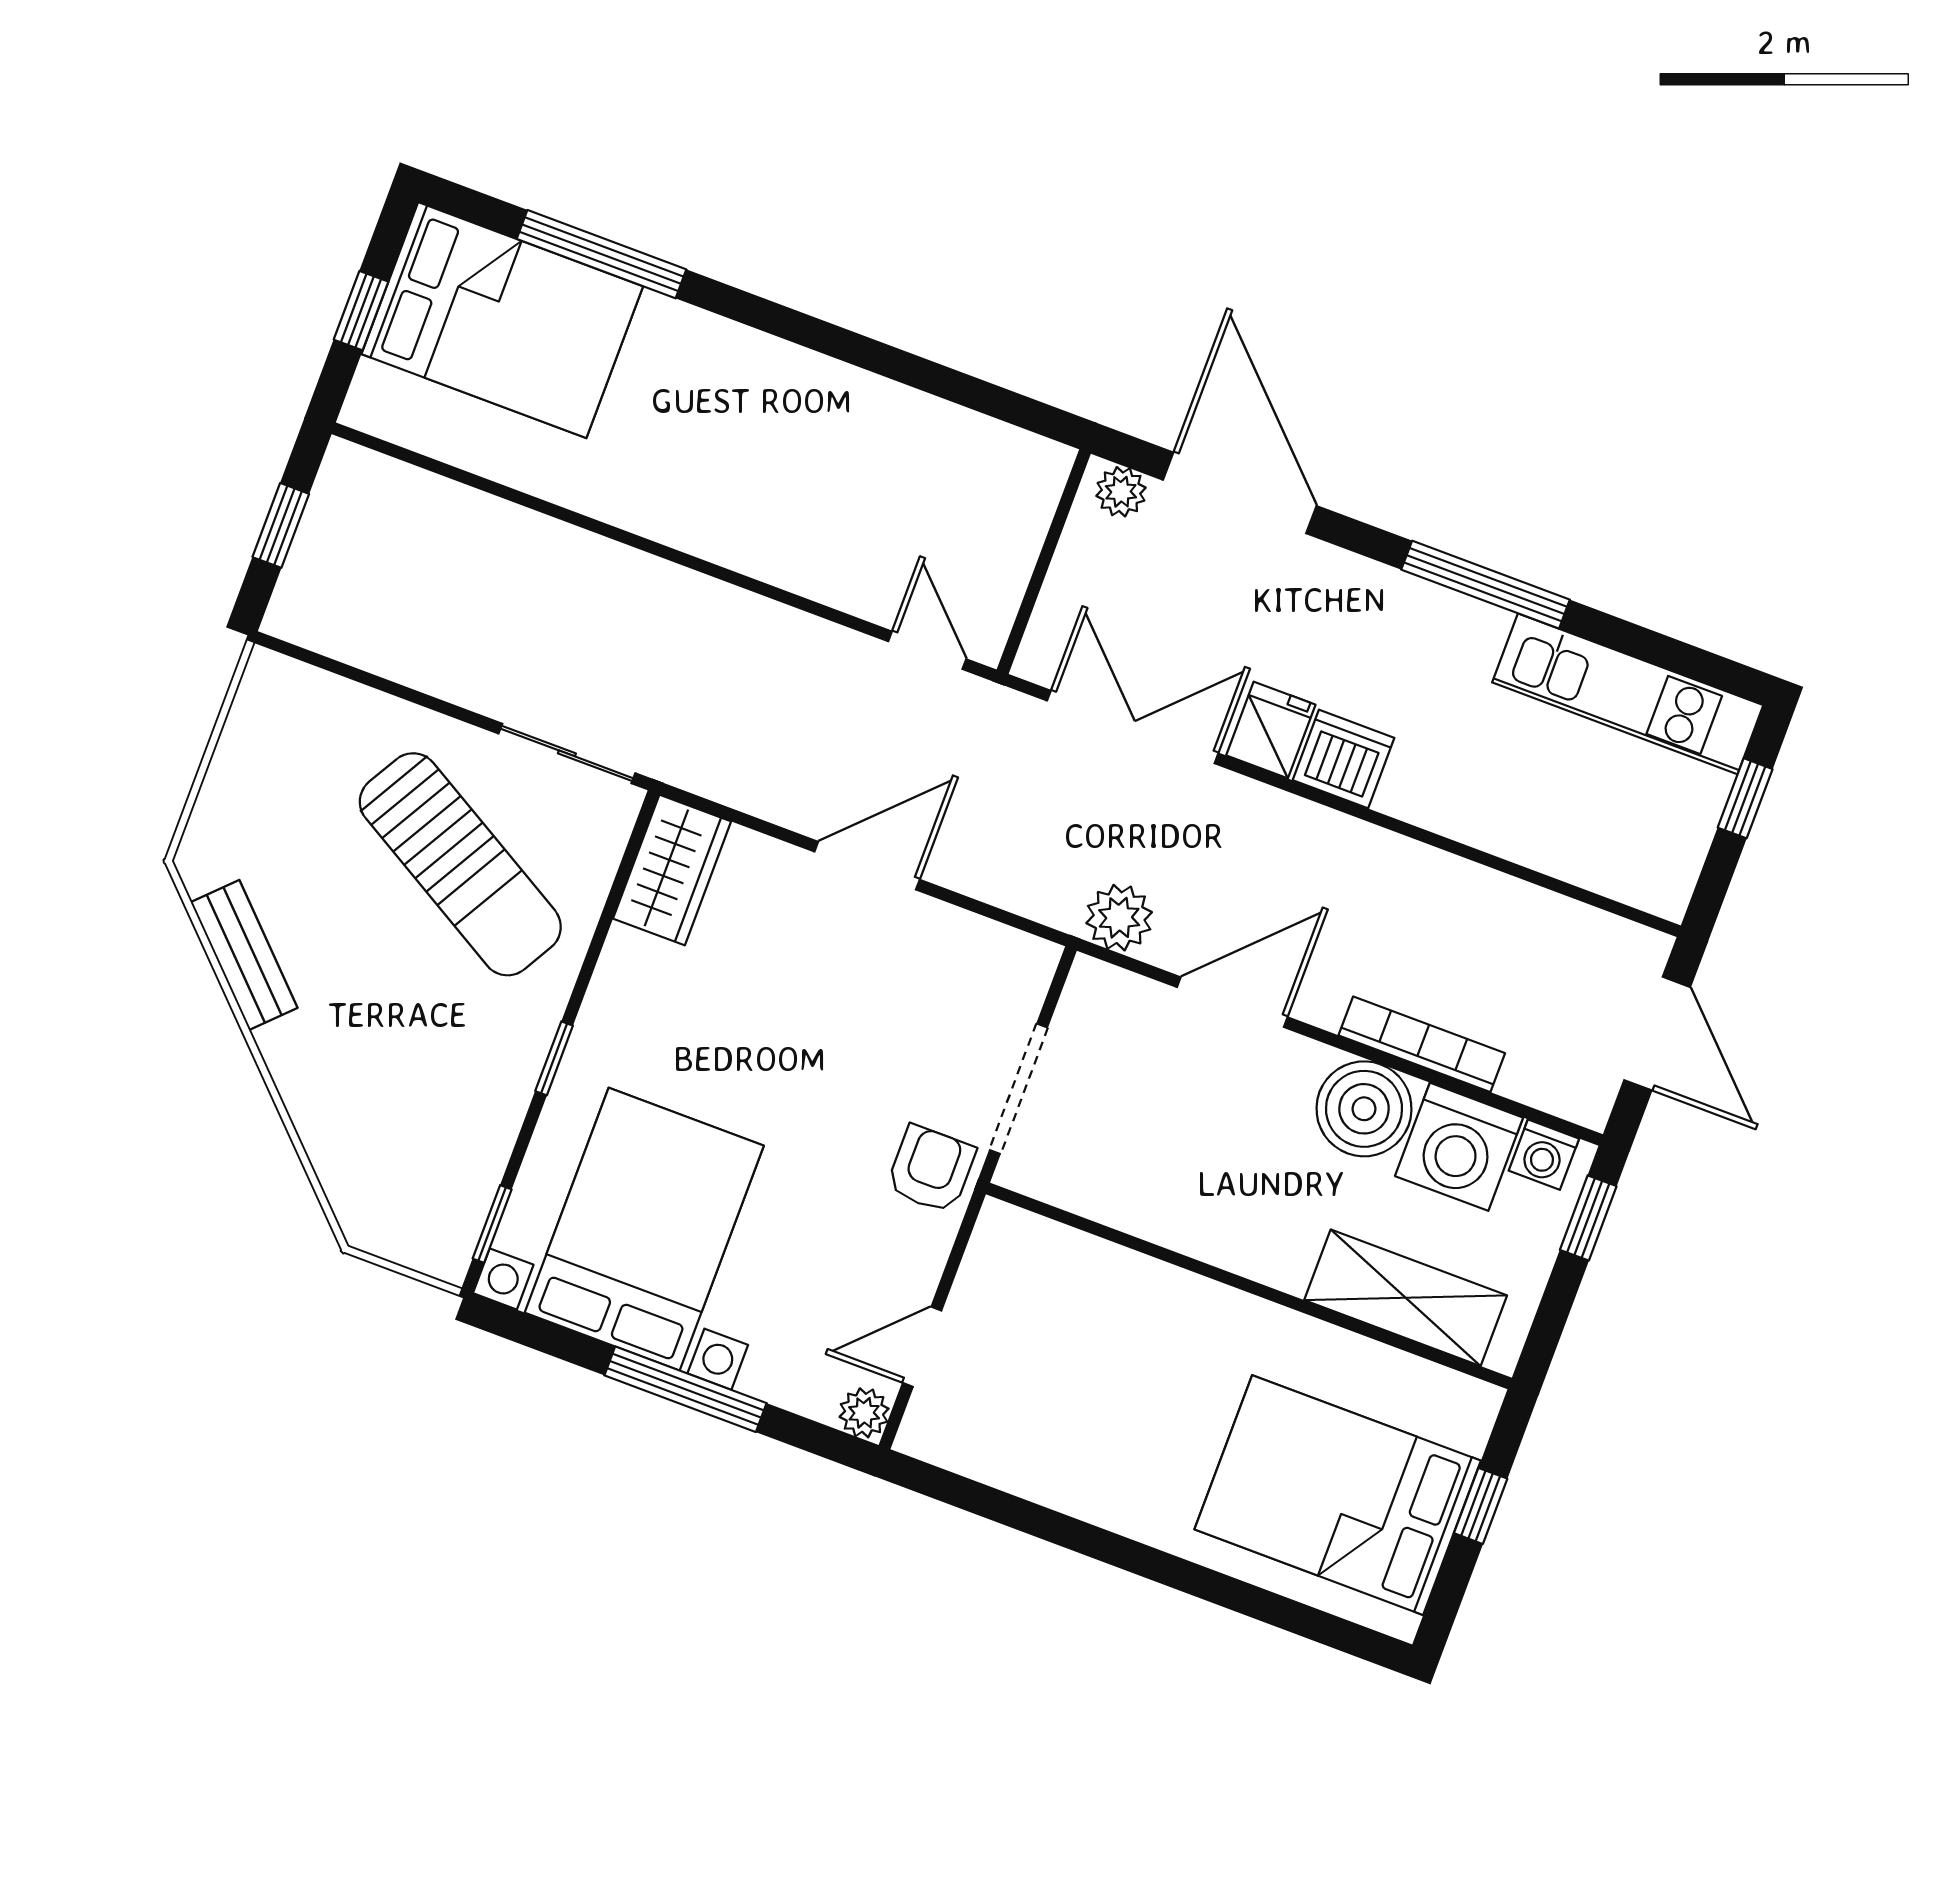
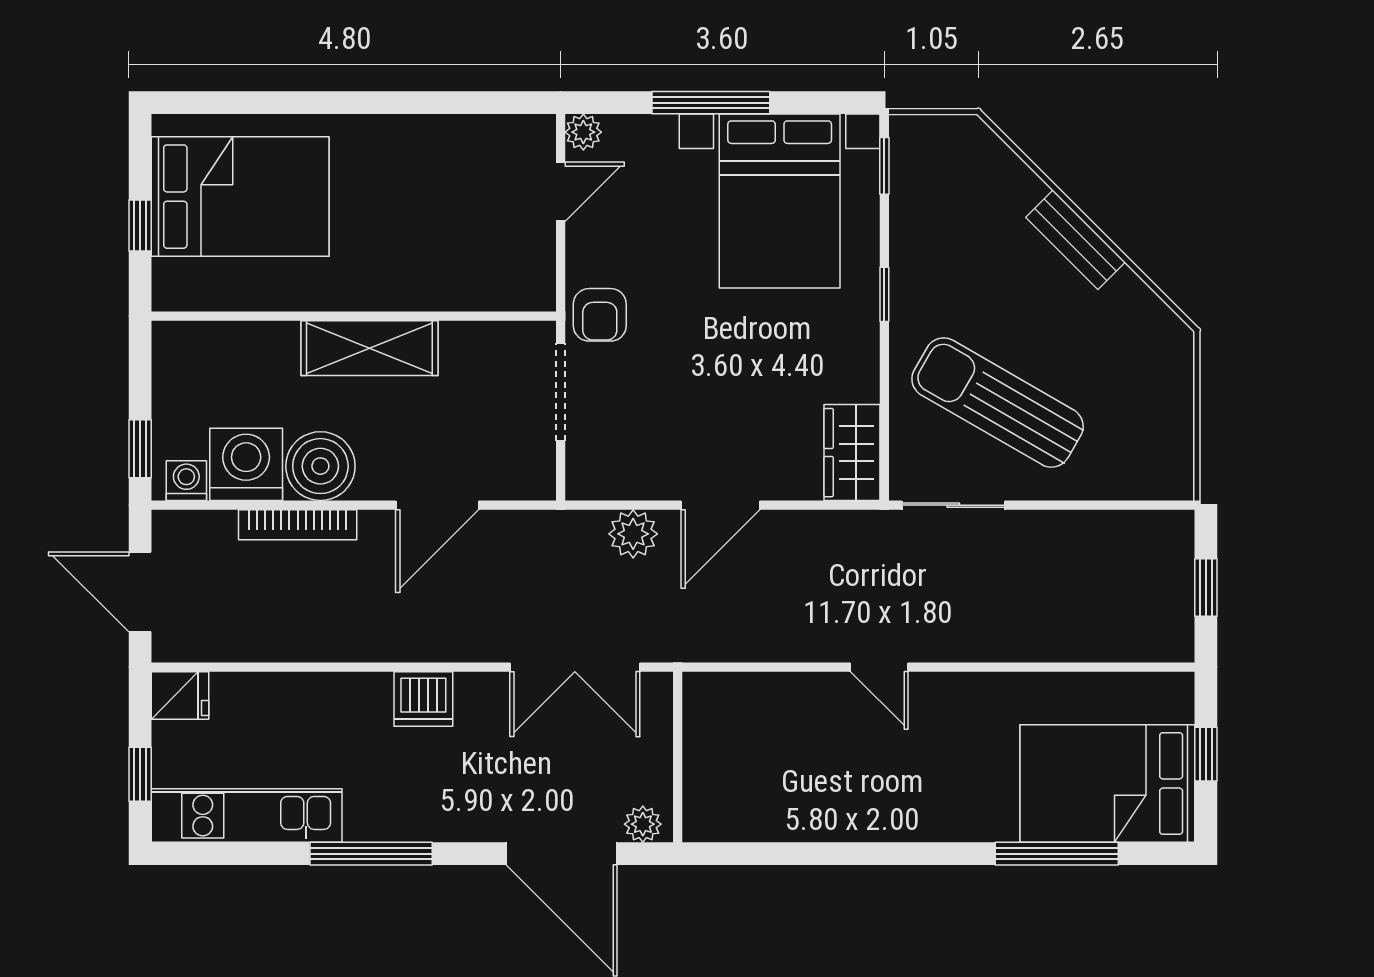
door: (927, 650) -> (879, 667), moved
fridge: (1271, 730) -> (180, 696), moved, turned -90
plant: (1119, 918) -> (633, 534), moved
bench: (244, 955) -> (1075, 240), moved
shelving: (1406, 1298) -> (369, 348), moved

